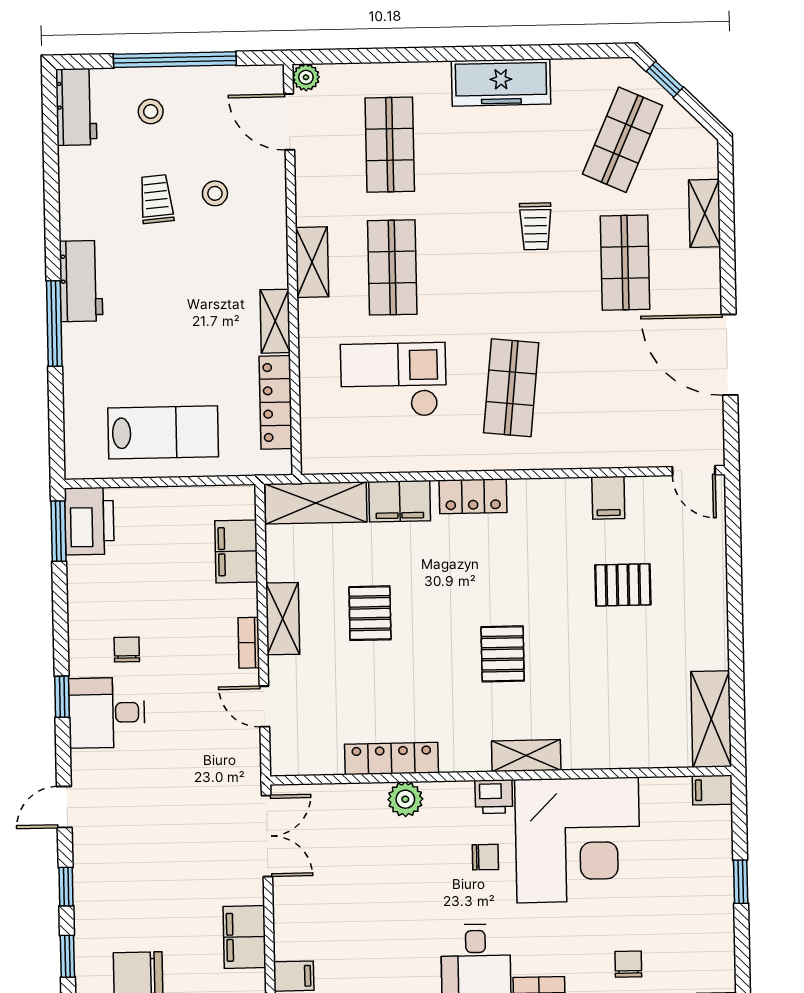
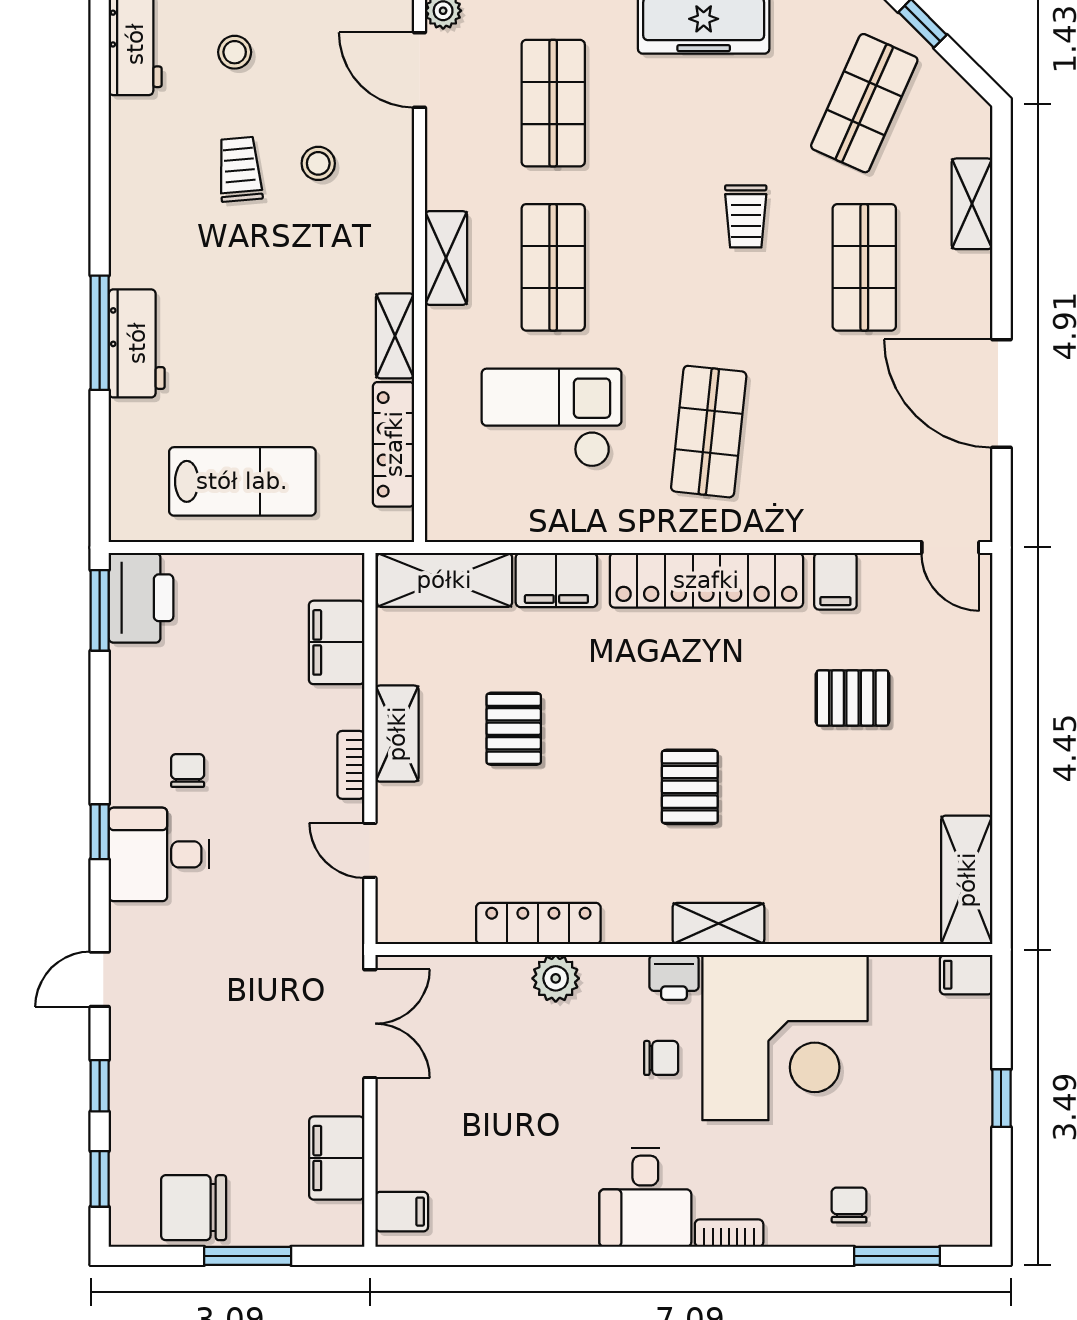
workbench: (81, 281) -> (137, 343), moved
locker: (473, 496) -> (706, 580), width x2.16, depth x1.21

